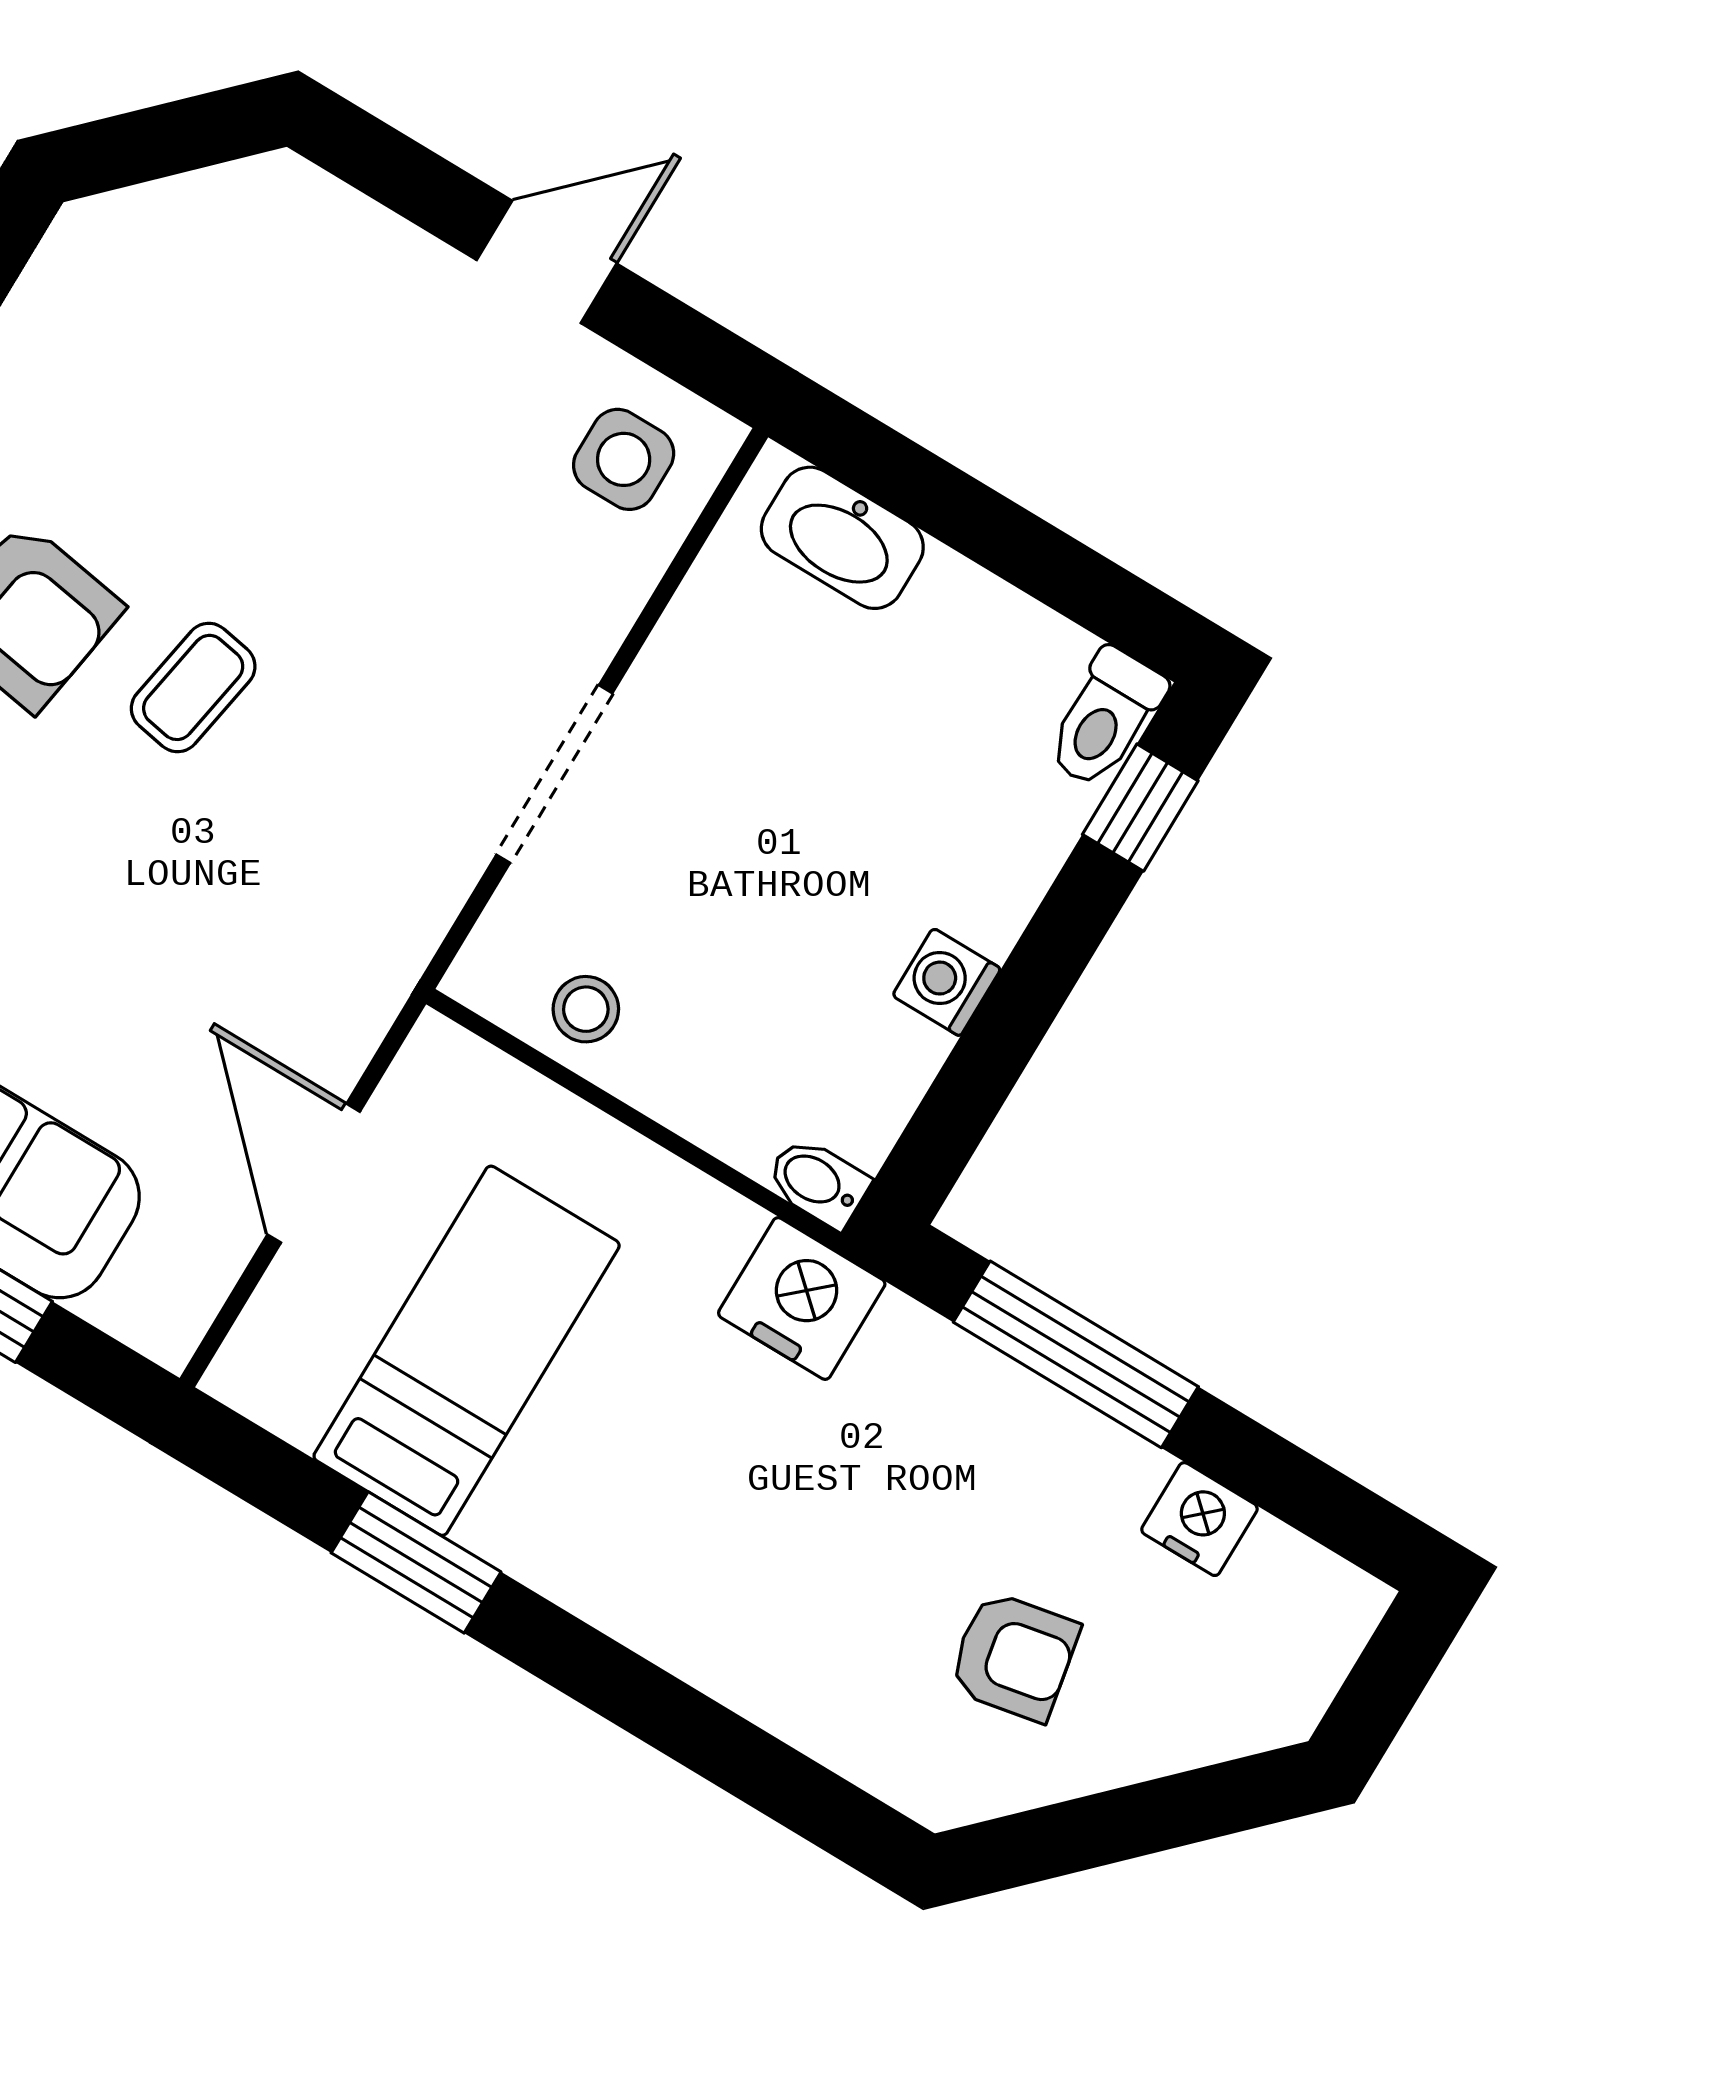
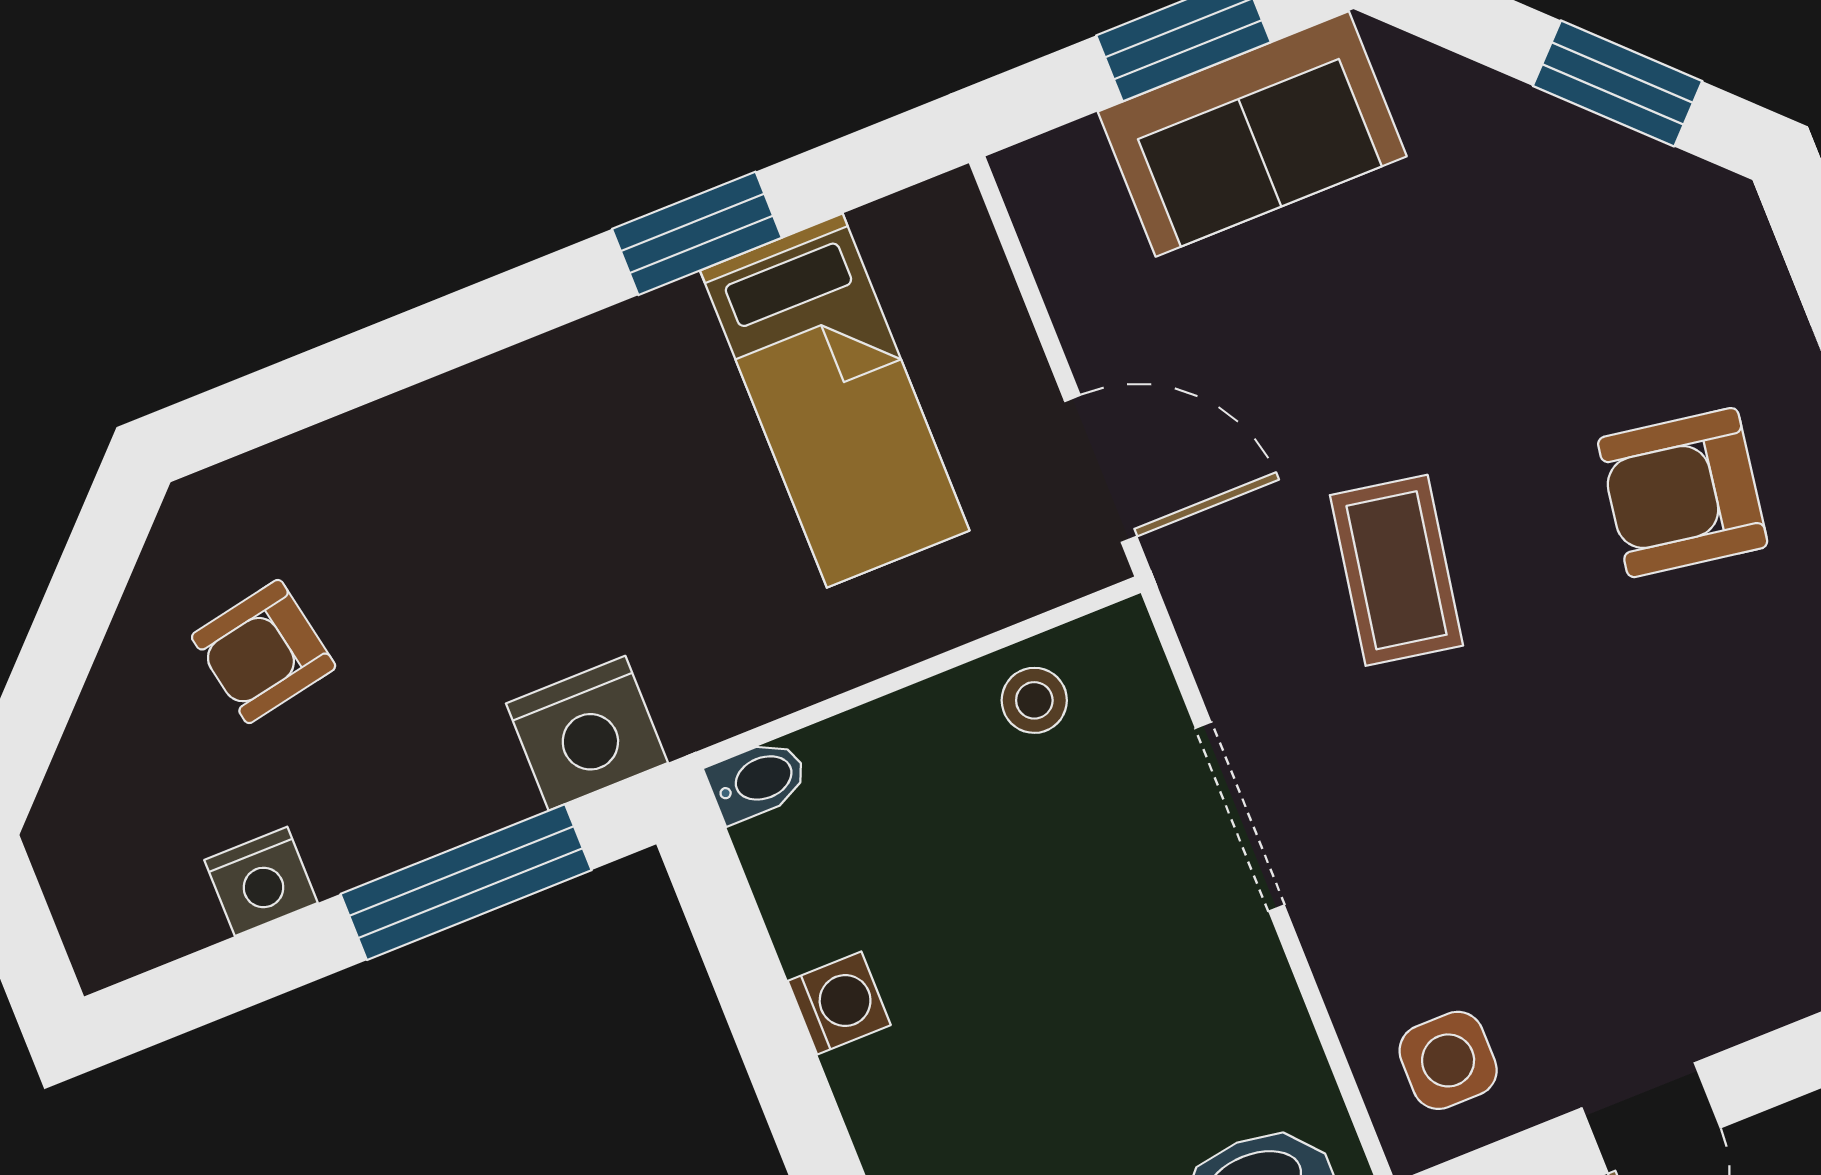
coffee table: (193, 687) -> (1397, 570), moved, width x1.36, depth x1.30
door: (314, 1173) -> (1101, 469), moved
nightstand: (802, 1299) -> (587, 733), moved

